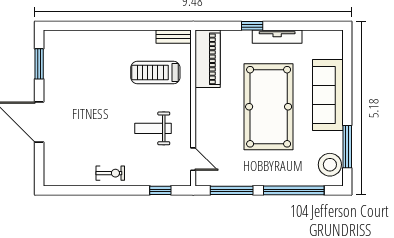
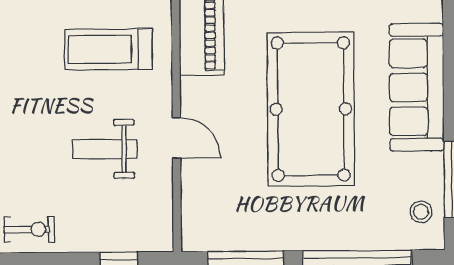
door: (193, 159) -> (176, 138), moved
stool: (330, 165) -> (421, 212), width x0.53, depth x0.53

